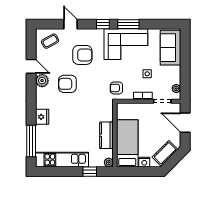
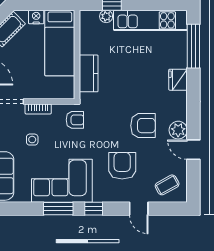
armchair: (82, 55) -> (122, 166), turned 90
kitchen counter: (107, 135) -> (89, 73), moved
plant: (109, 162) -> (106, 16), moved

